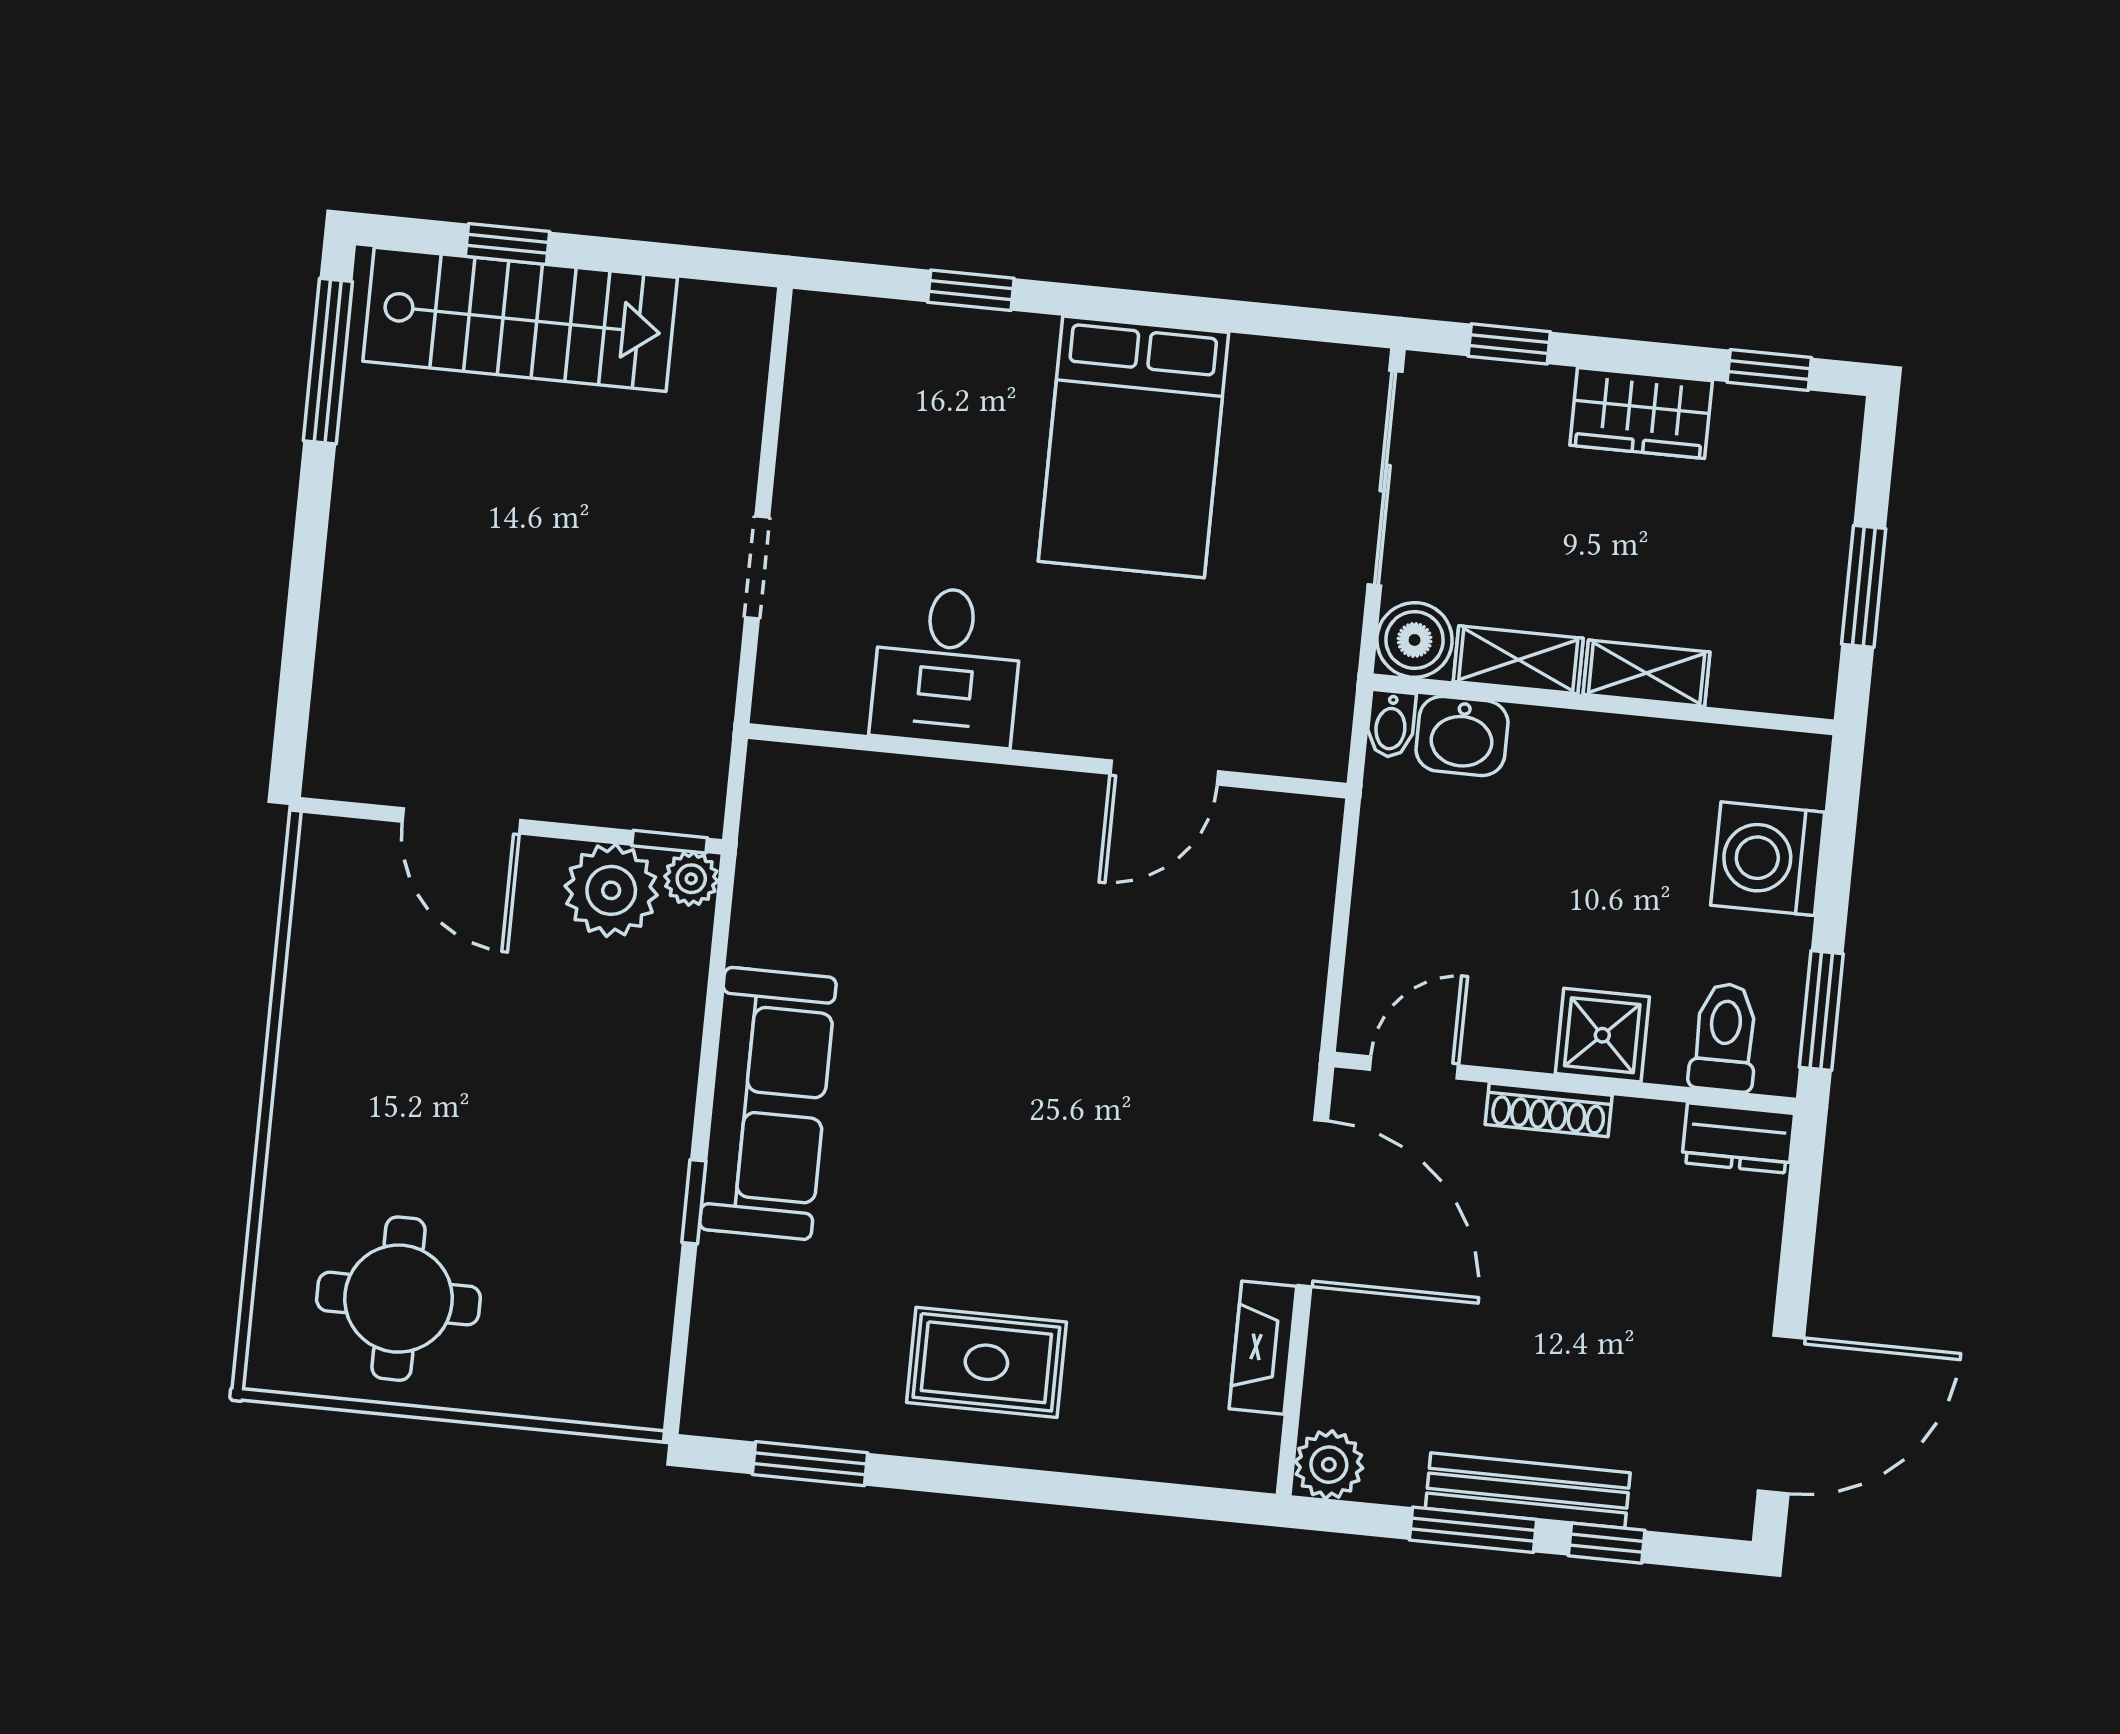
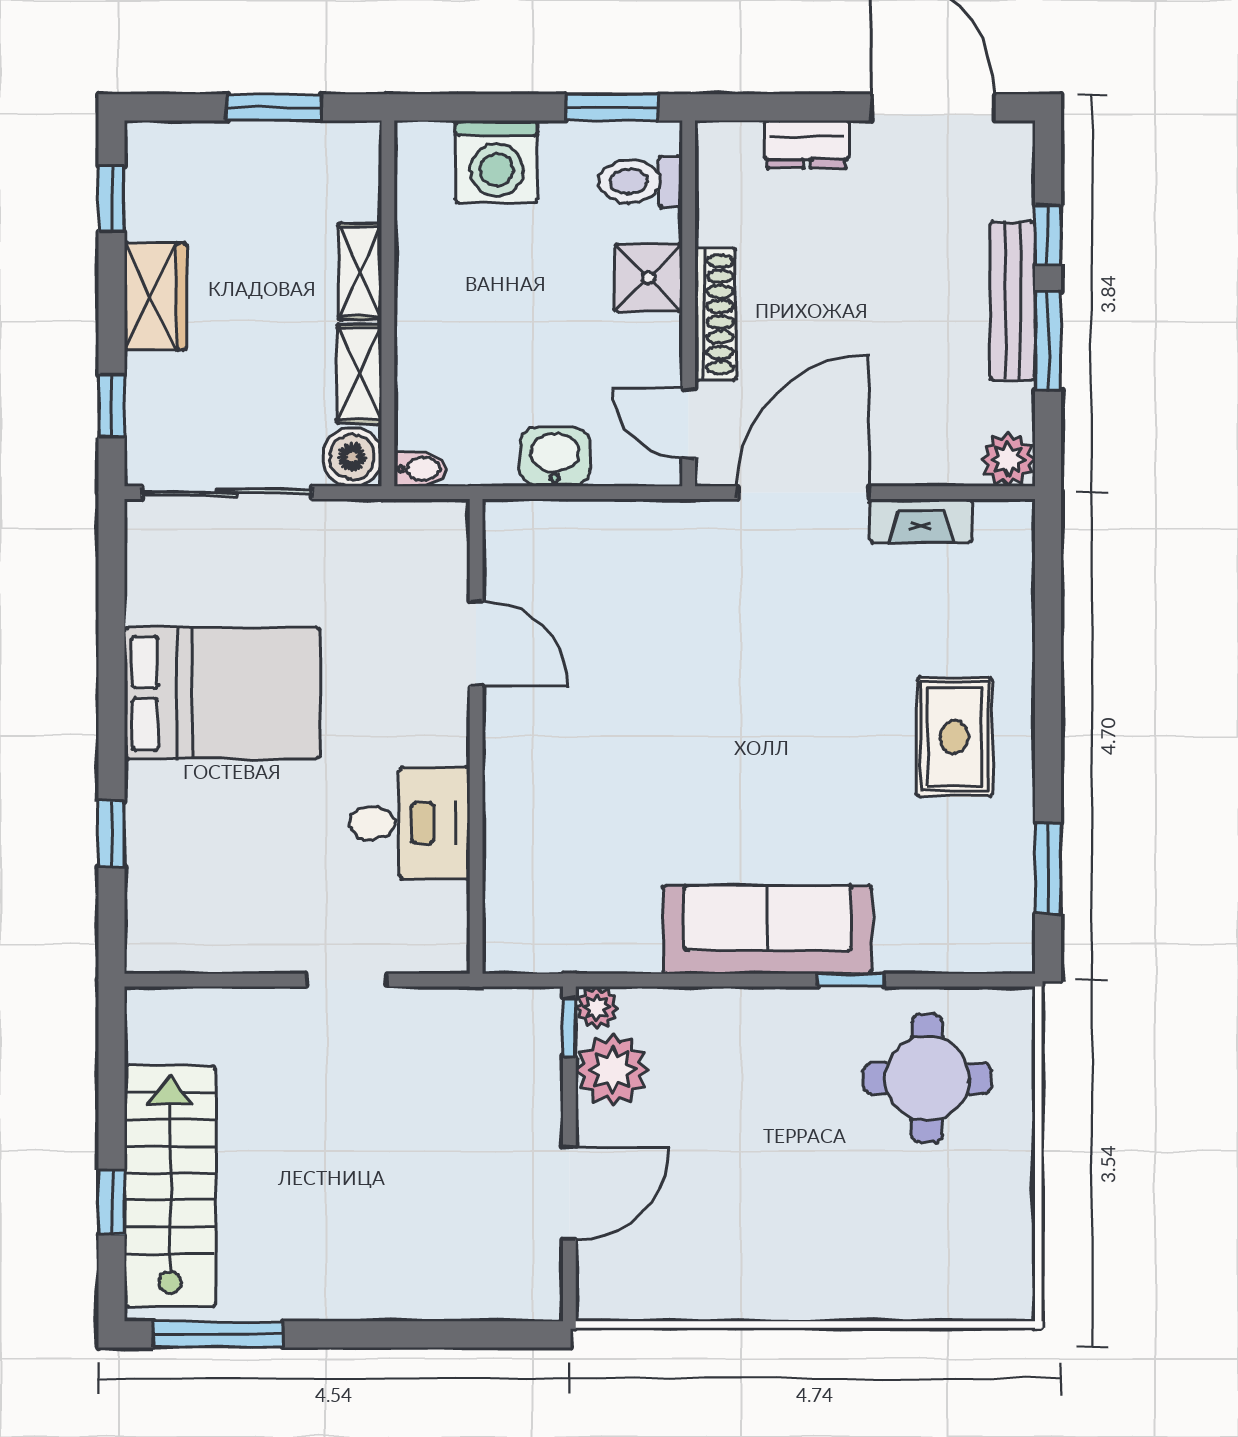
washbasin: (1462, 736) -> (555, 457), moved, turned -90
shoe rack: (1549, 1110) -> (715, 314), width x1.36, depth x1.24
dresser: (1738, 1138) -> (807, 144), moved, turned 90
round table: (398, 1299) -> (927, 1078), moved

